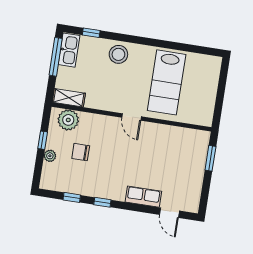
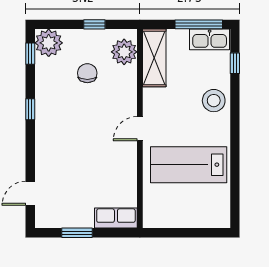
shelving: (69, 98) -> (154, 58), width x1.50, depth x1.33
plant: (50, 156) -> (49, 43), moved, width x1.87, depth x1.87
window: (210, 158) -> (77, 233), moved
window: (72, 197) -> (30, 54), moved
row of seats: (143, 197) -> (116, 218), moved, turned -90

